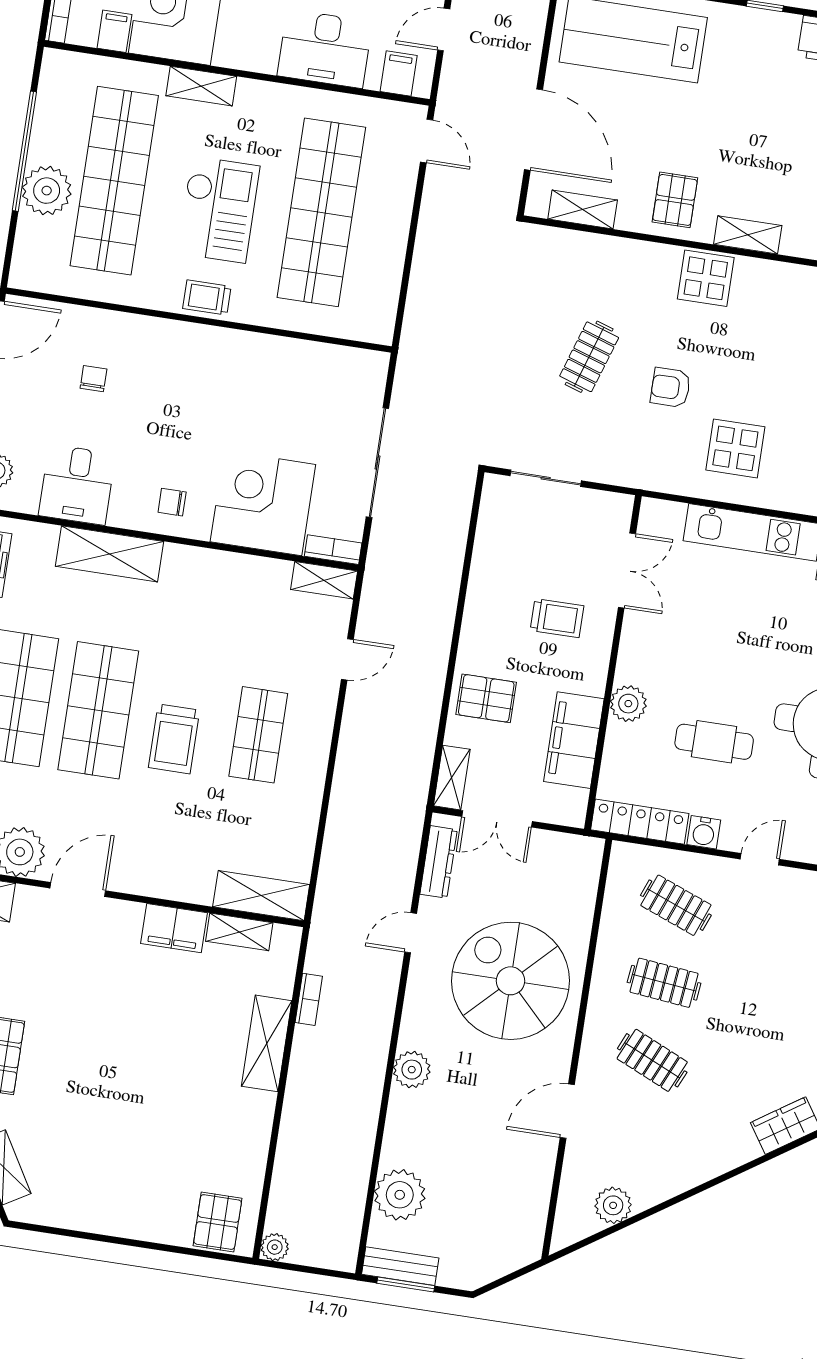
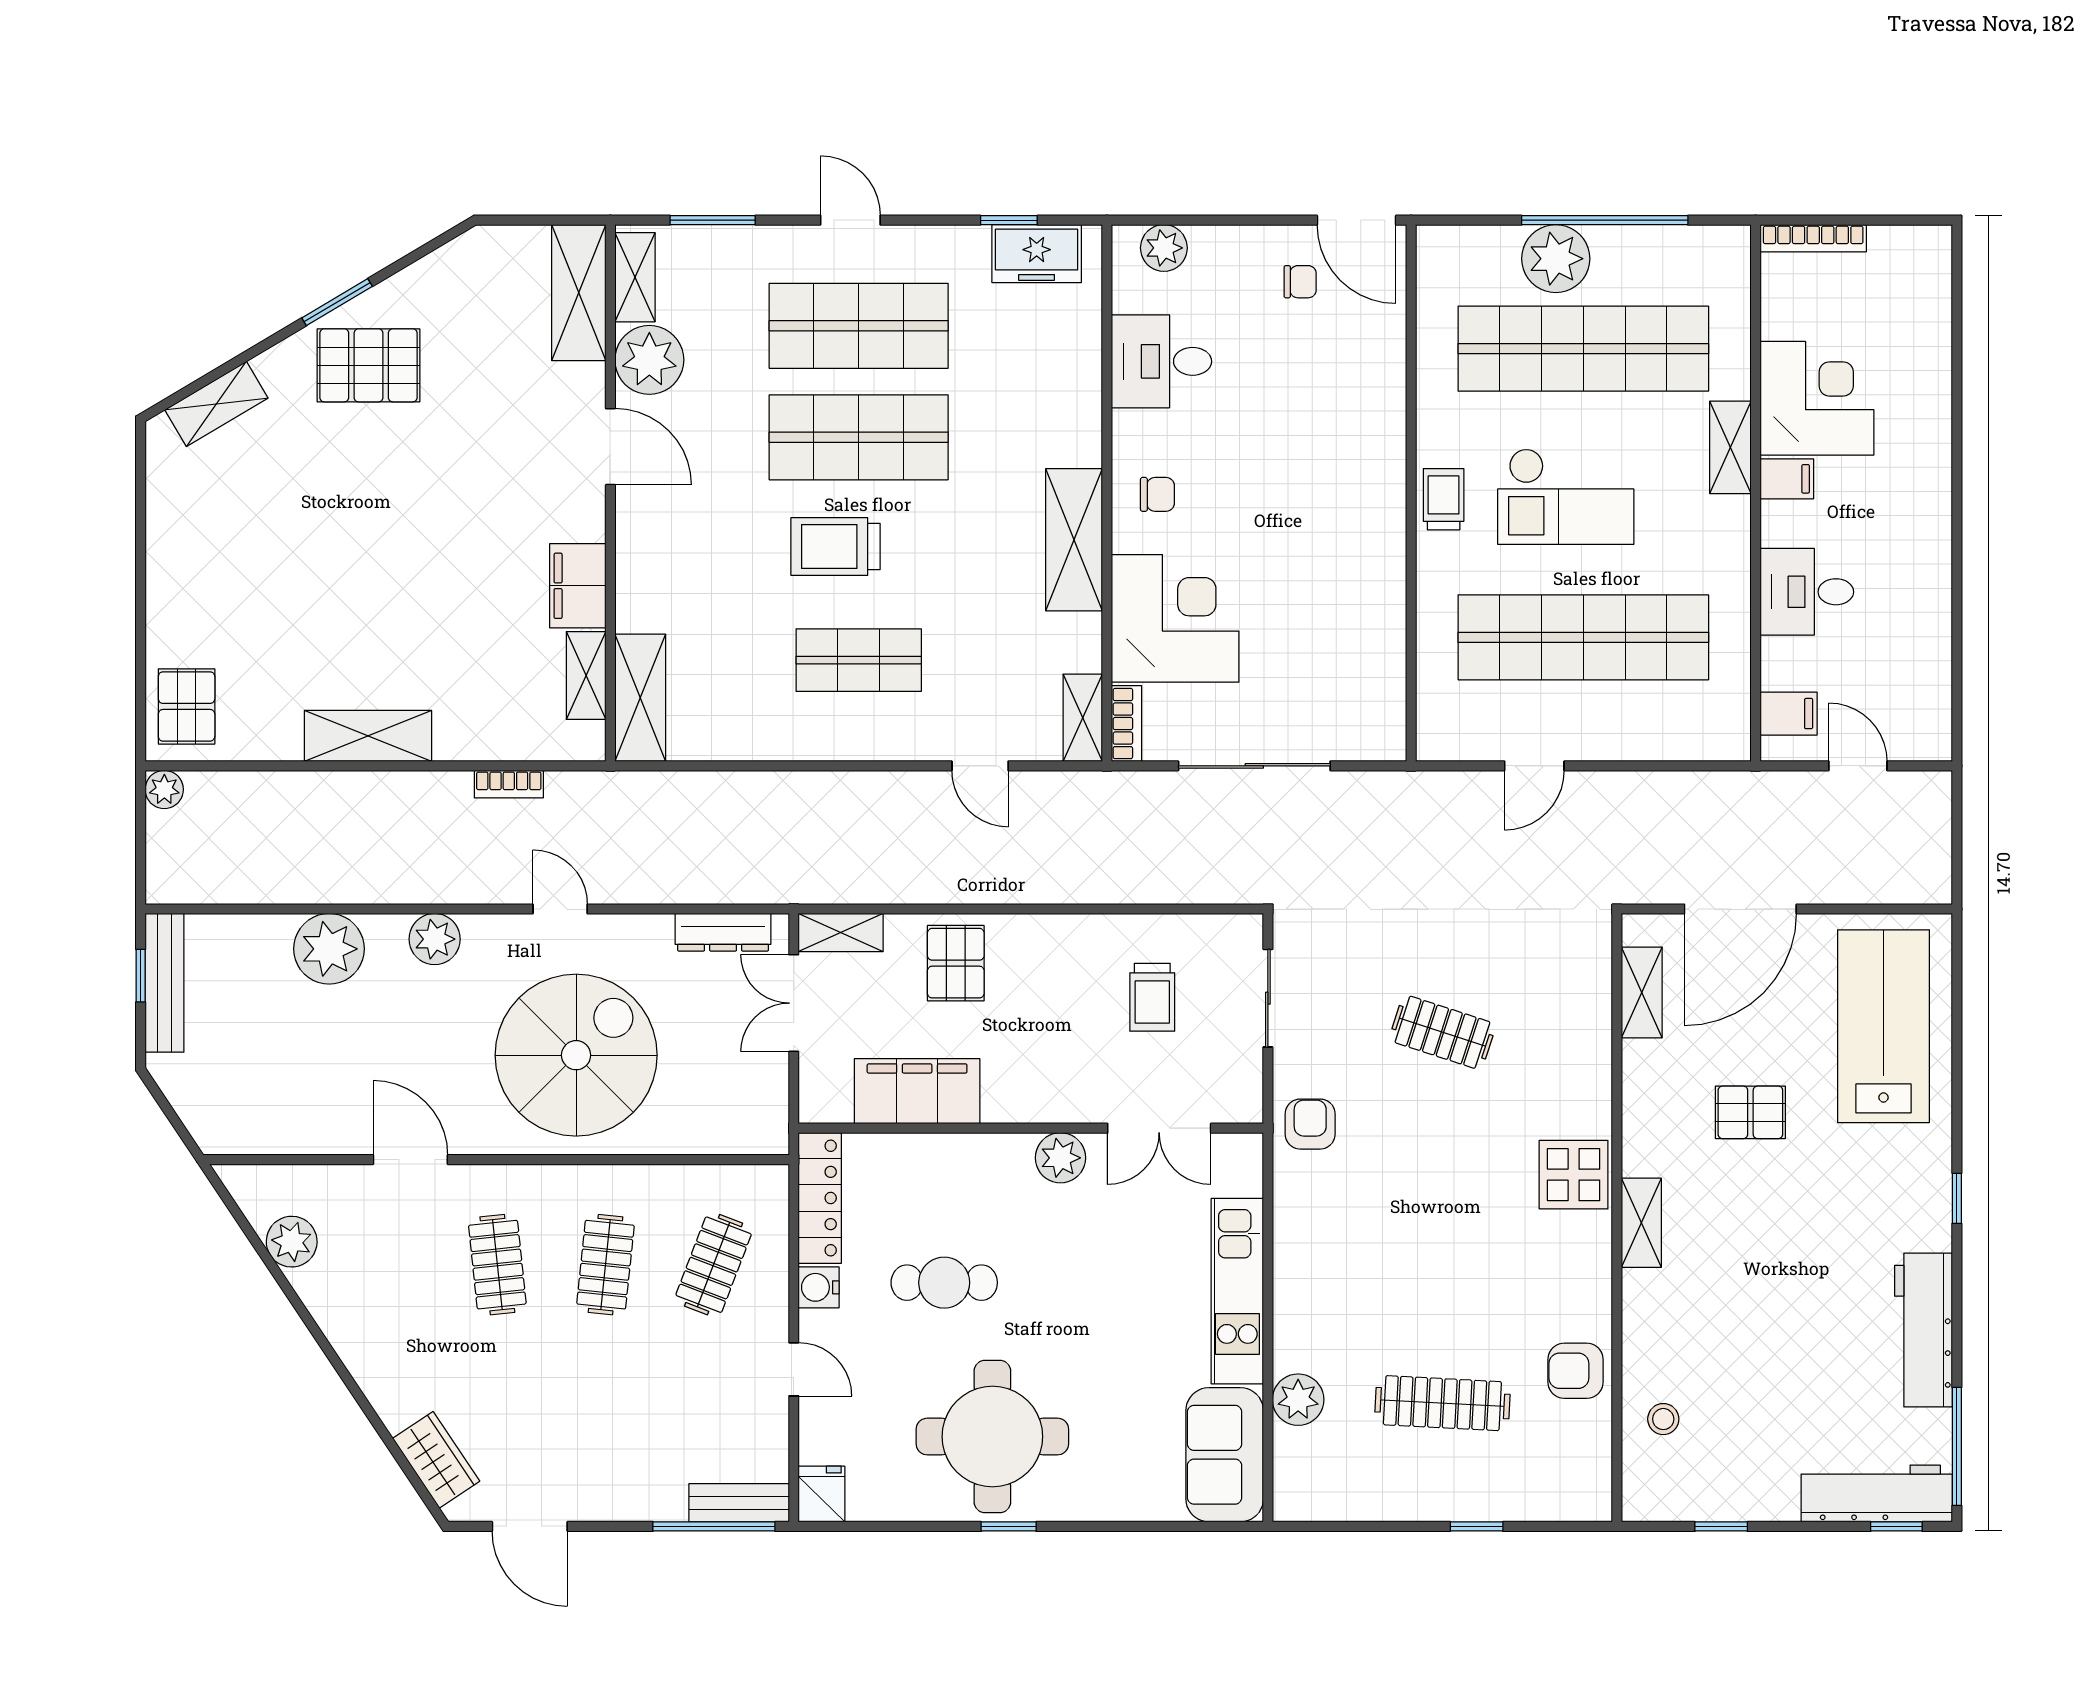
filing cabinet: (114, 31) -> (1787, 479), moved
desk: (325, 49) -> (1807, 592), width x0.73
door: (427, 141) -> (1534, 766), moved
pallet: (675, 200) -> (1750, 1112), moved
chair: (93, 379) -> (1300, 282), moved
armchair: (671, 388) -> (1310, 1124), moved
display table: (735, 448) -> (1348, 1250), removed
chair: (172, 502) -> (1157, 494), turned 90
shelving: (109, 554) -> (1074, 540), moved
trolley: (557, 618) -> (1152, 997), moved
plant: (628, 704) -> (1060, 1158), moved
cafe table: (714, 742) -> (944, 1283), turned 90
door: (411, 933) -> (560, 909), moved
shelving: (267, 1043) -> (368, 736), moved
clothes rail: (652, 1060) -> (497, 1265), turned -30
plant: (400, 1195) -> (329, 949), moved
pallet: (218, 1222) -> (187, 706), turned 90
bench: (400, 1266) -> (165, 983), width x1.36
window: (406, 1284) -> (141, 976), width x0.67

